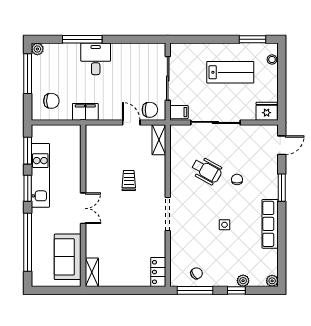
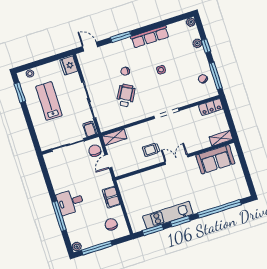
wall: (83, 206) -> (175, 160), moved
double door: (83, 208) -> (176, 159), moved
sofa: (68, 257) -> (215, 159), moved
shelving: (92, 272) -> (221, 138), moved

